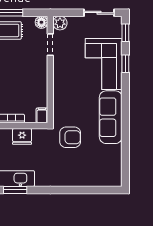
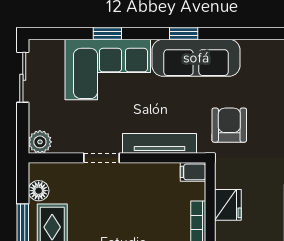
floor lamp: (41, 22) -> (39, 191), moved
window: (125, 33) -> (184, 33), moved
doorway: (50, 45) -> (101, 158), moved
tv unit: (59, 95) -> (160, 143), added

